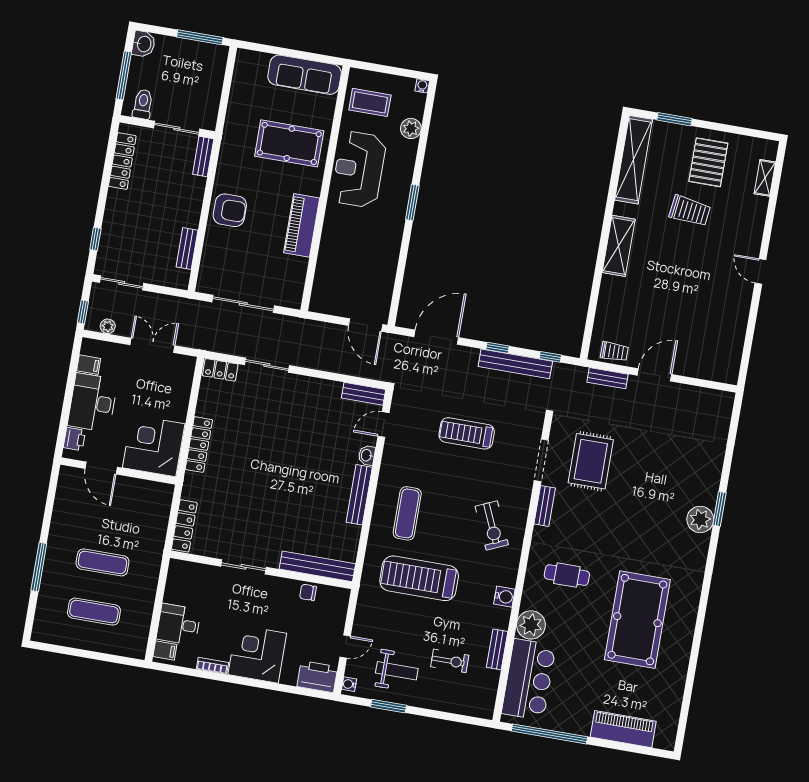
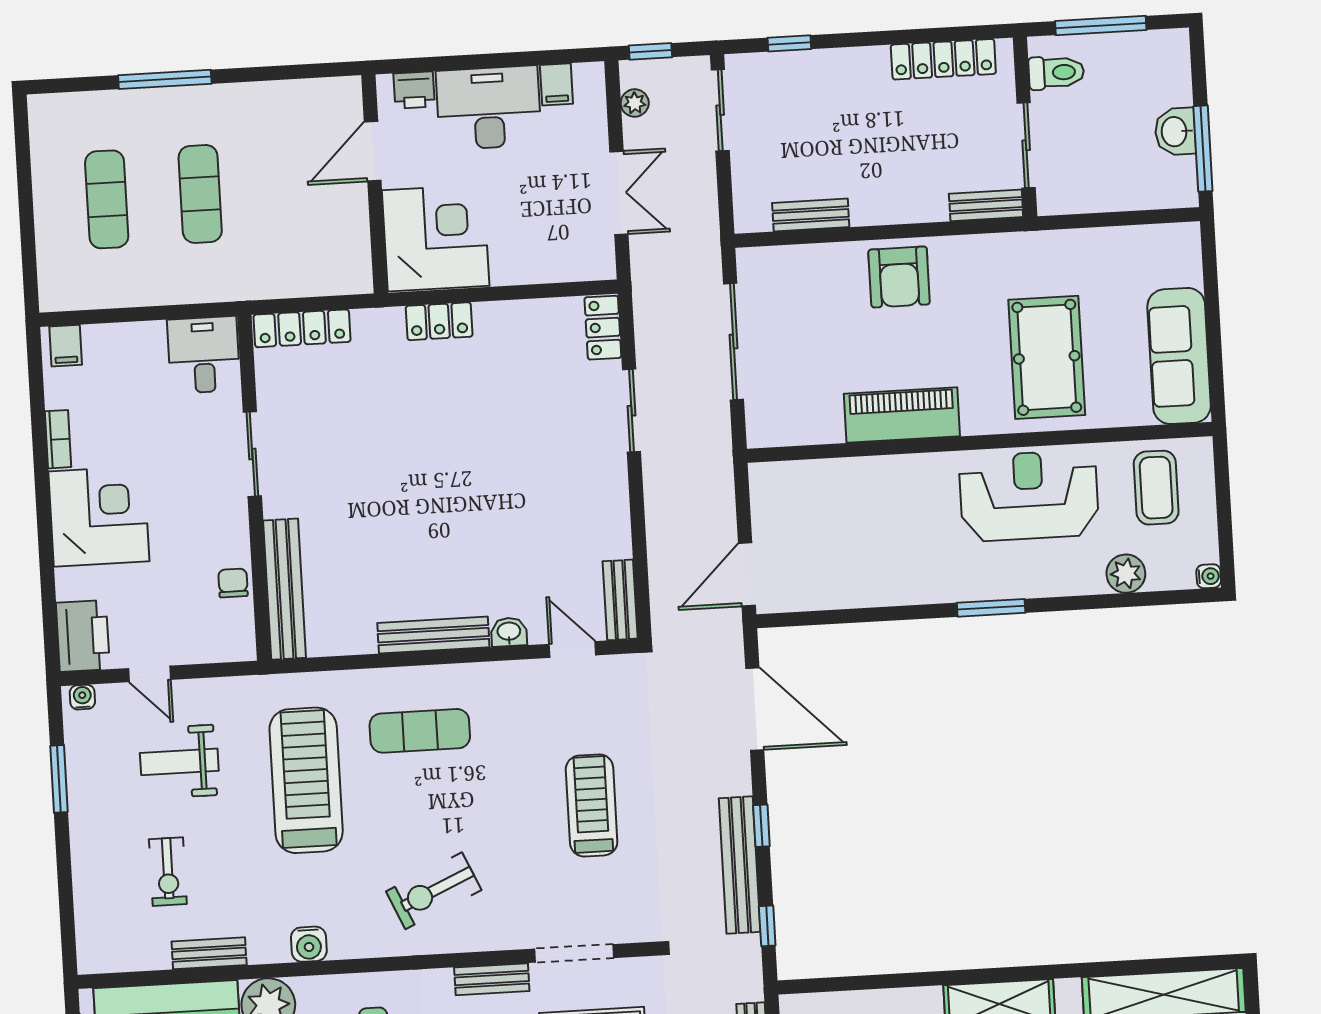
washbasin: (144, 44) -> (1175, 132), moved, turned 90
locker: (199, 445) -> (439, 321), width x0.66
desk: (179, 624) -> (204, 355), moved
weight bench: (397, 671) -> (179, 762), moved, turned 90

